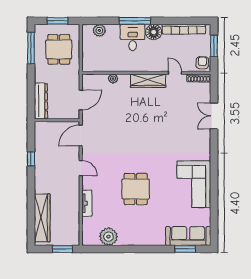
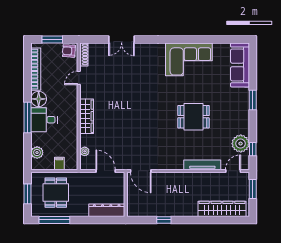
dining table: (59, 49) -> (56, 193), turned 90
filing cabinet: (88, 53) -> (59, 163), added
plant: (113, 79) -> (85, 151), moved
wardrobe: (148, 81) -> (87, 116), moved
door: (81, 168) -> (233, 171), moved
tv unit: (87, 203) -> (202, 165), width x1.41
window: (103, 249) -> (253, 149), added
window: (185, 249) -> (253, 100), moved

